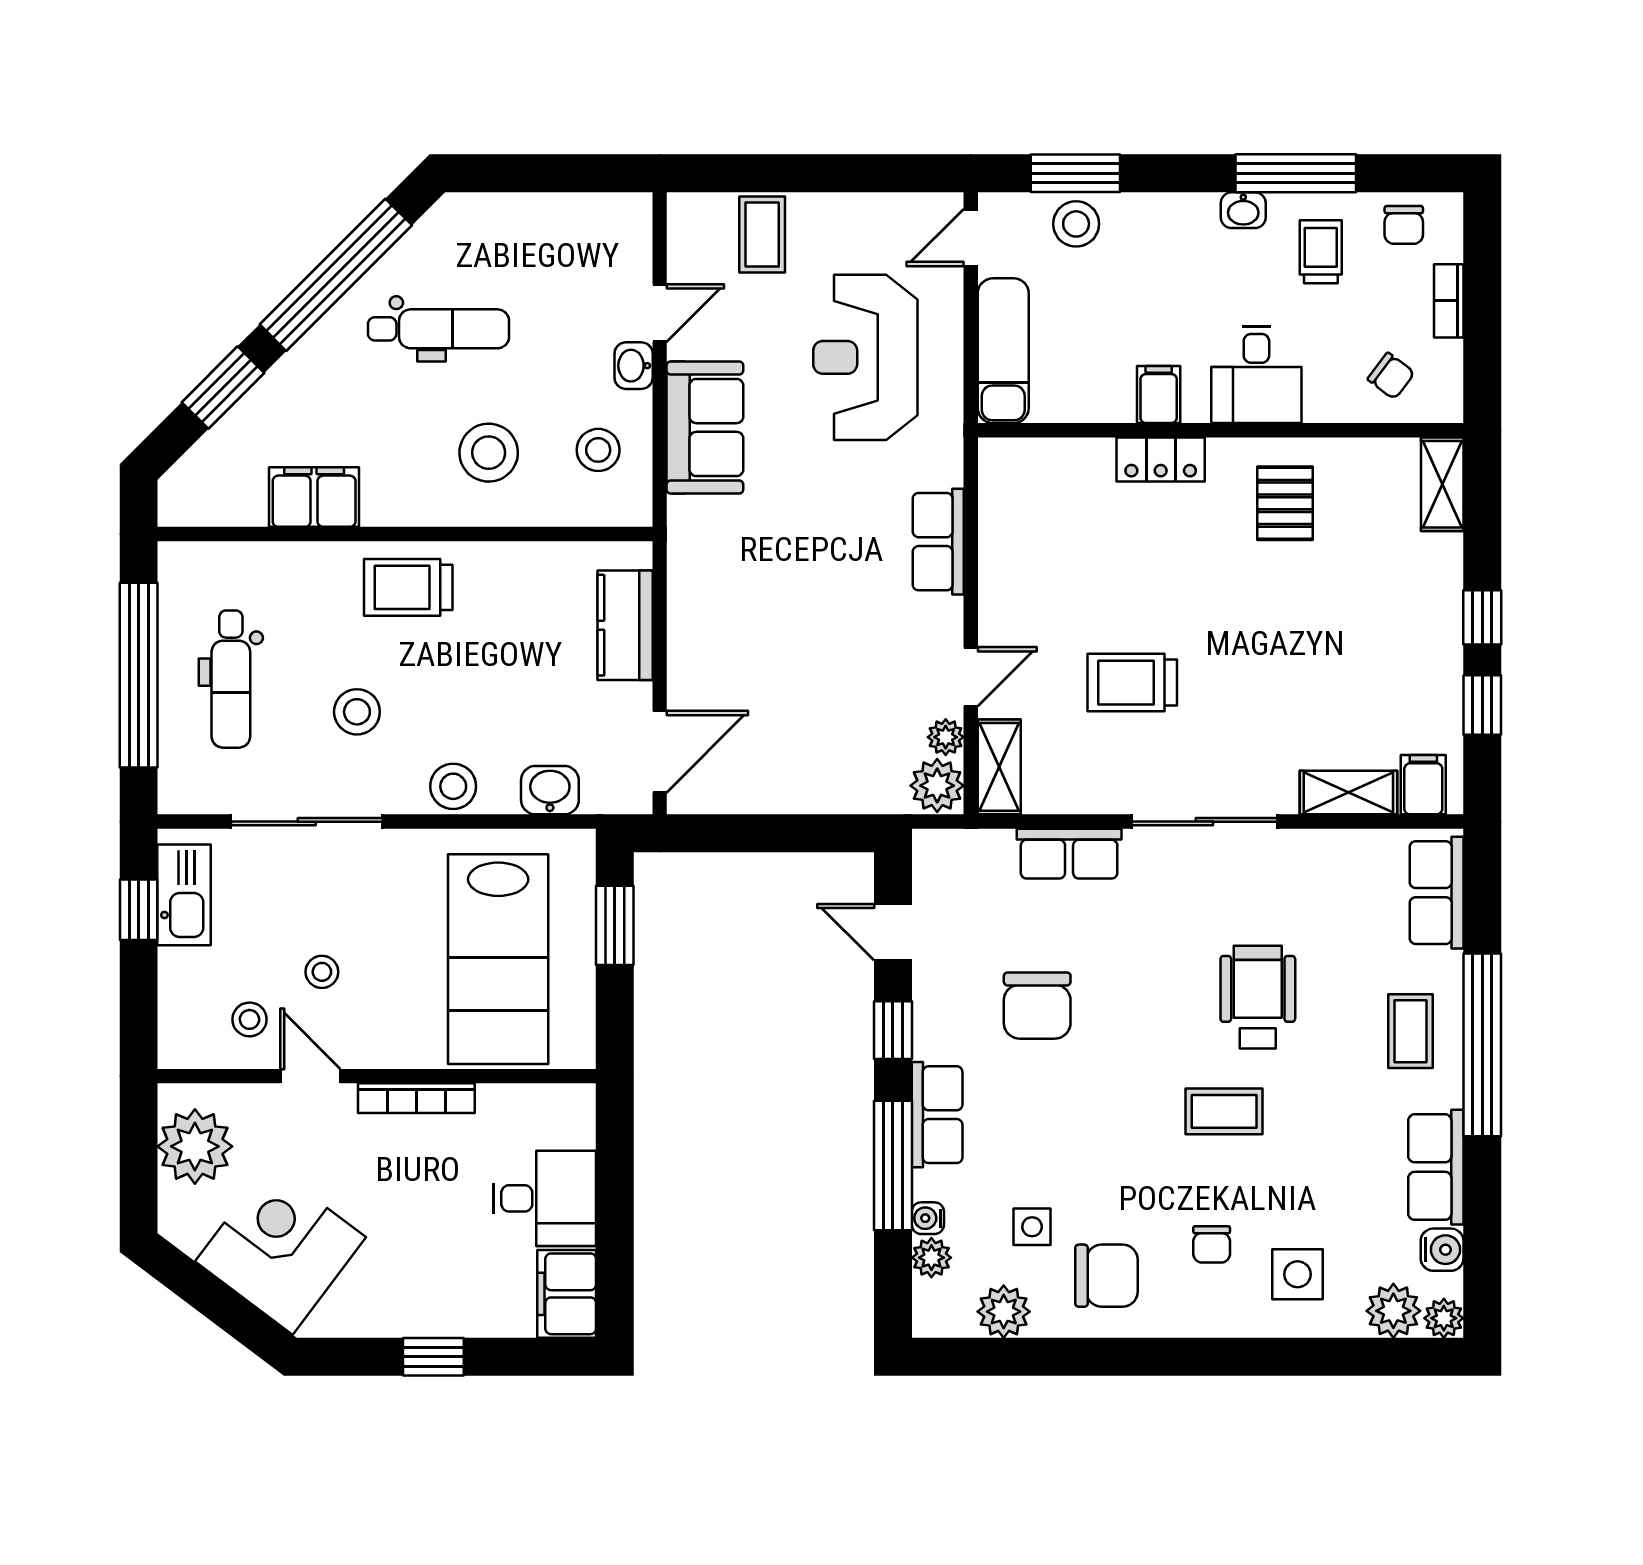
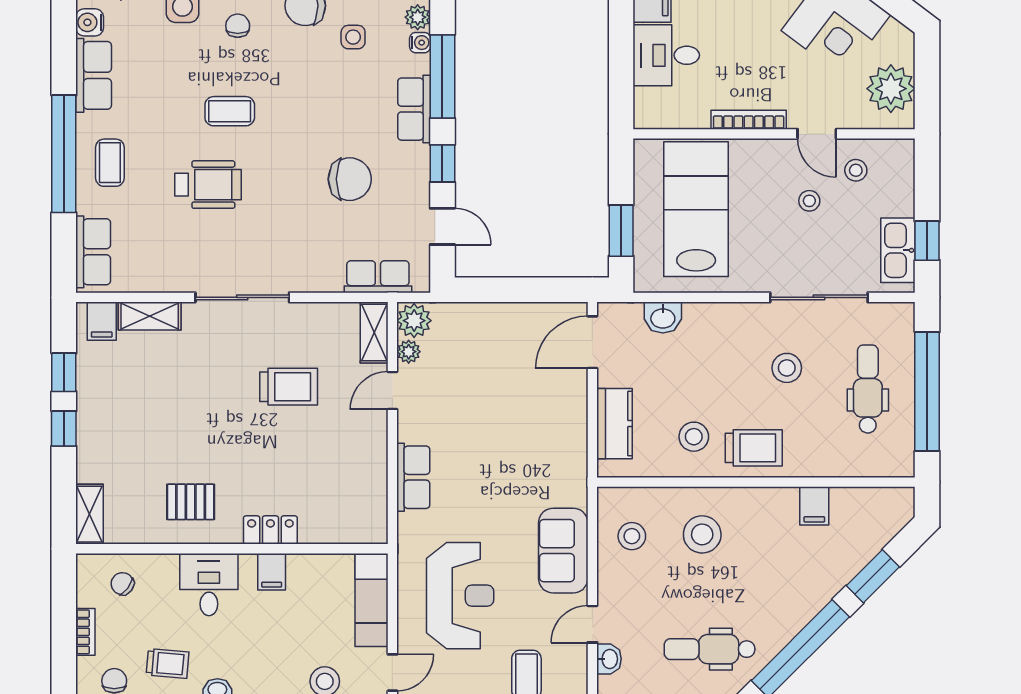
trolley: (1321, 252) -> (168, 663), turned -85
dental chair: (439, 329) -> (710, 649), moved
washbasin: (634, 366) -> (609, 659), moved
filing cabinet: (314, 497) -> (814, 506), width x0.50
pallet: (1285, 503) -> (191, 502), turned 90
stool: (453, 786) -> (694, 437), moved
row of seats: (1069, 854) -> (378, 277), moved
wheelchair: (1258, 997) -> (208, 185), turned -90
chair: (1037, 1006) -> (350, 179), turned 90

